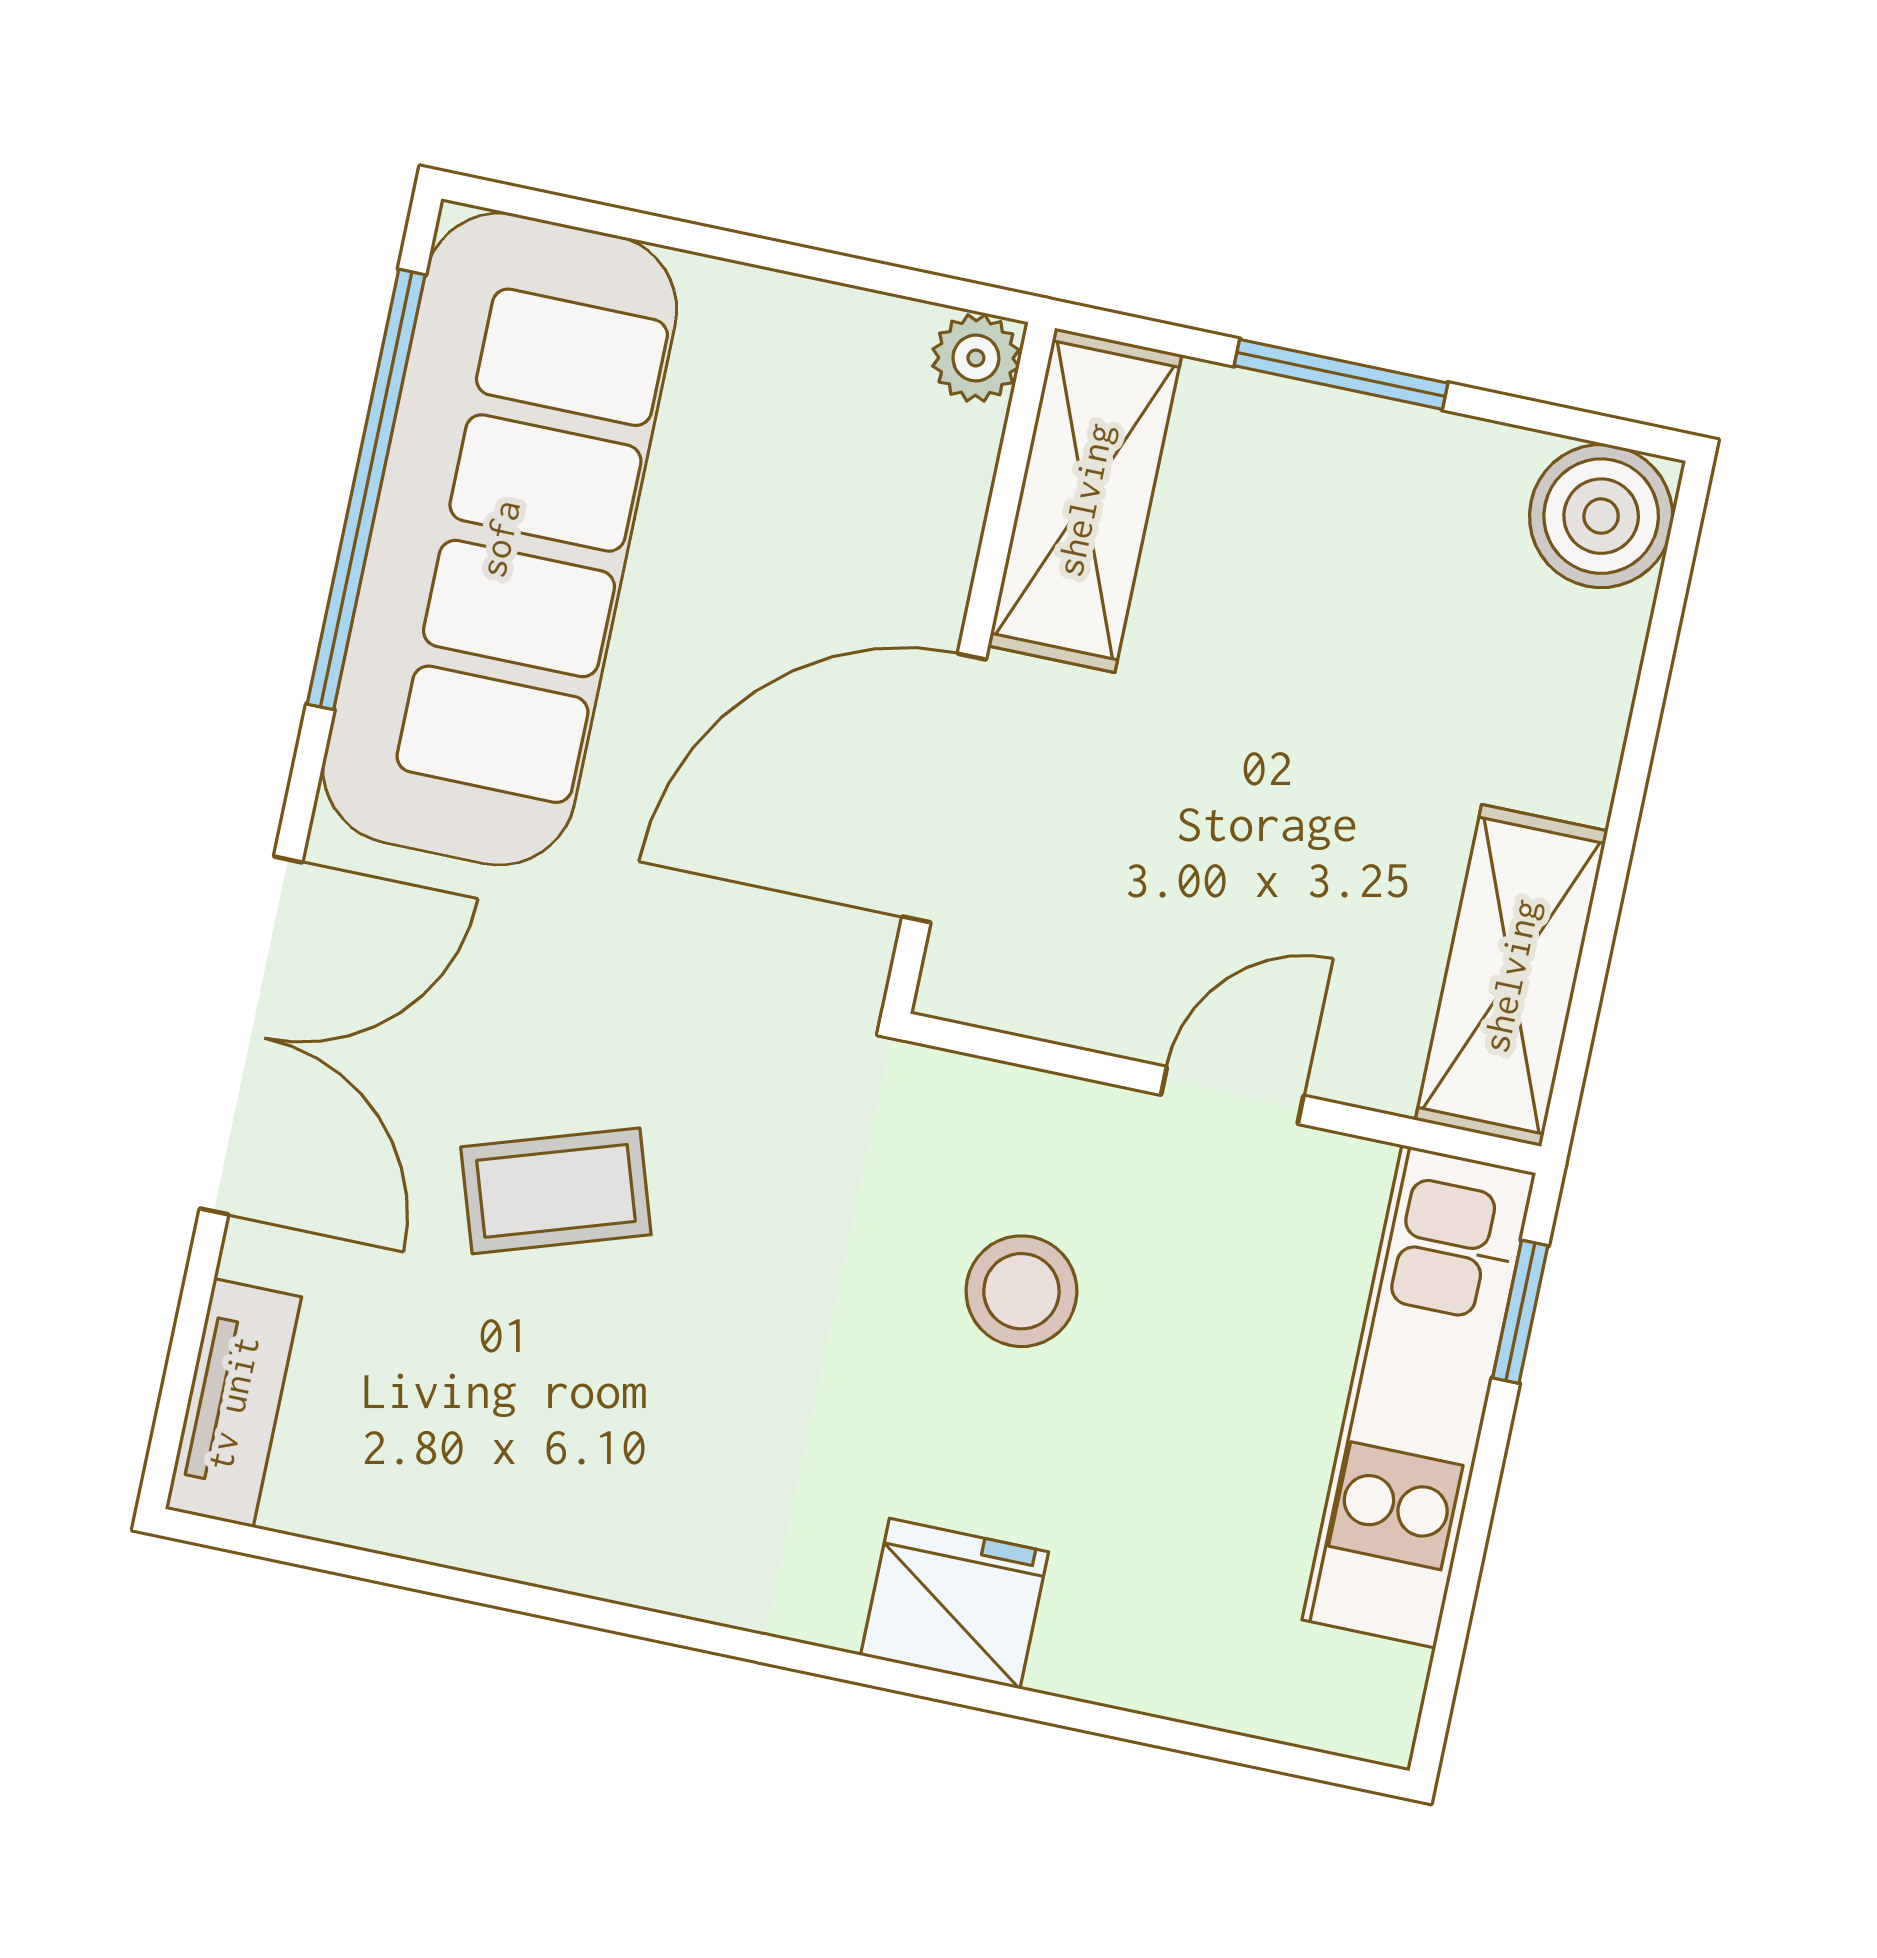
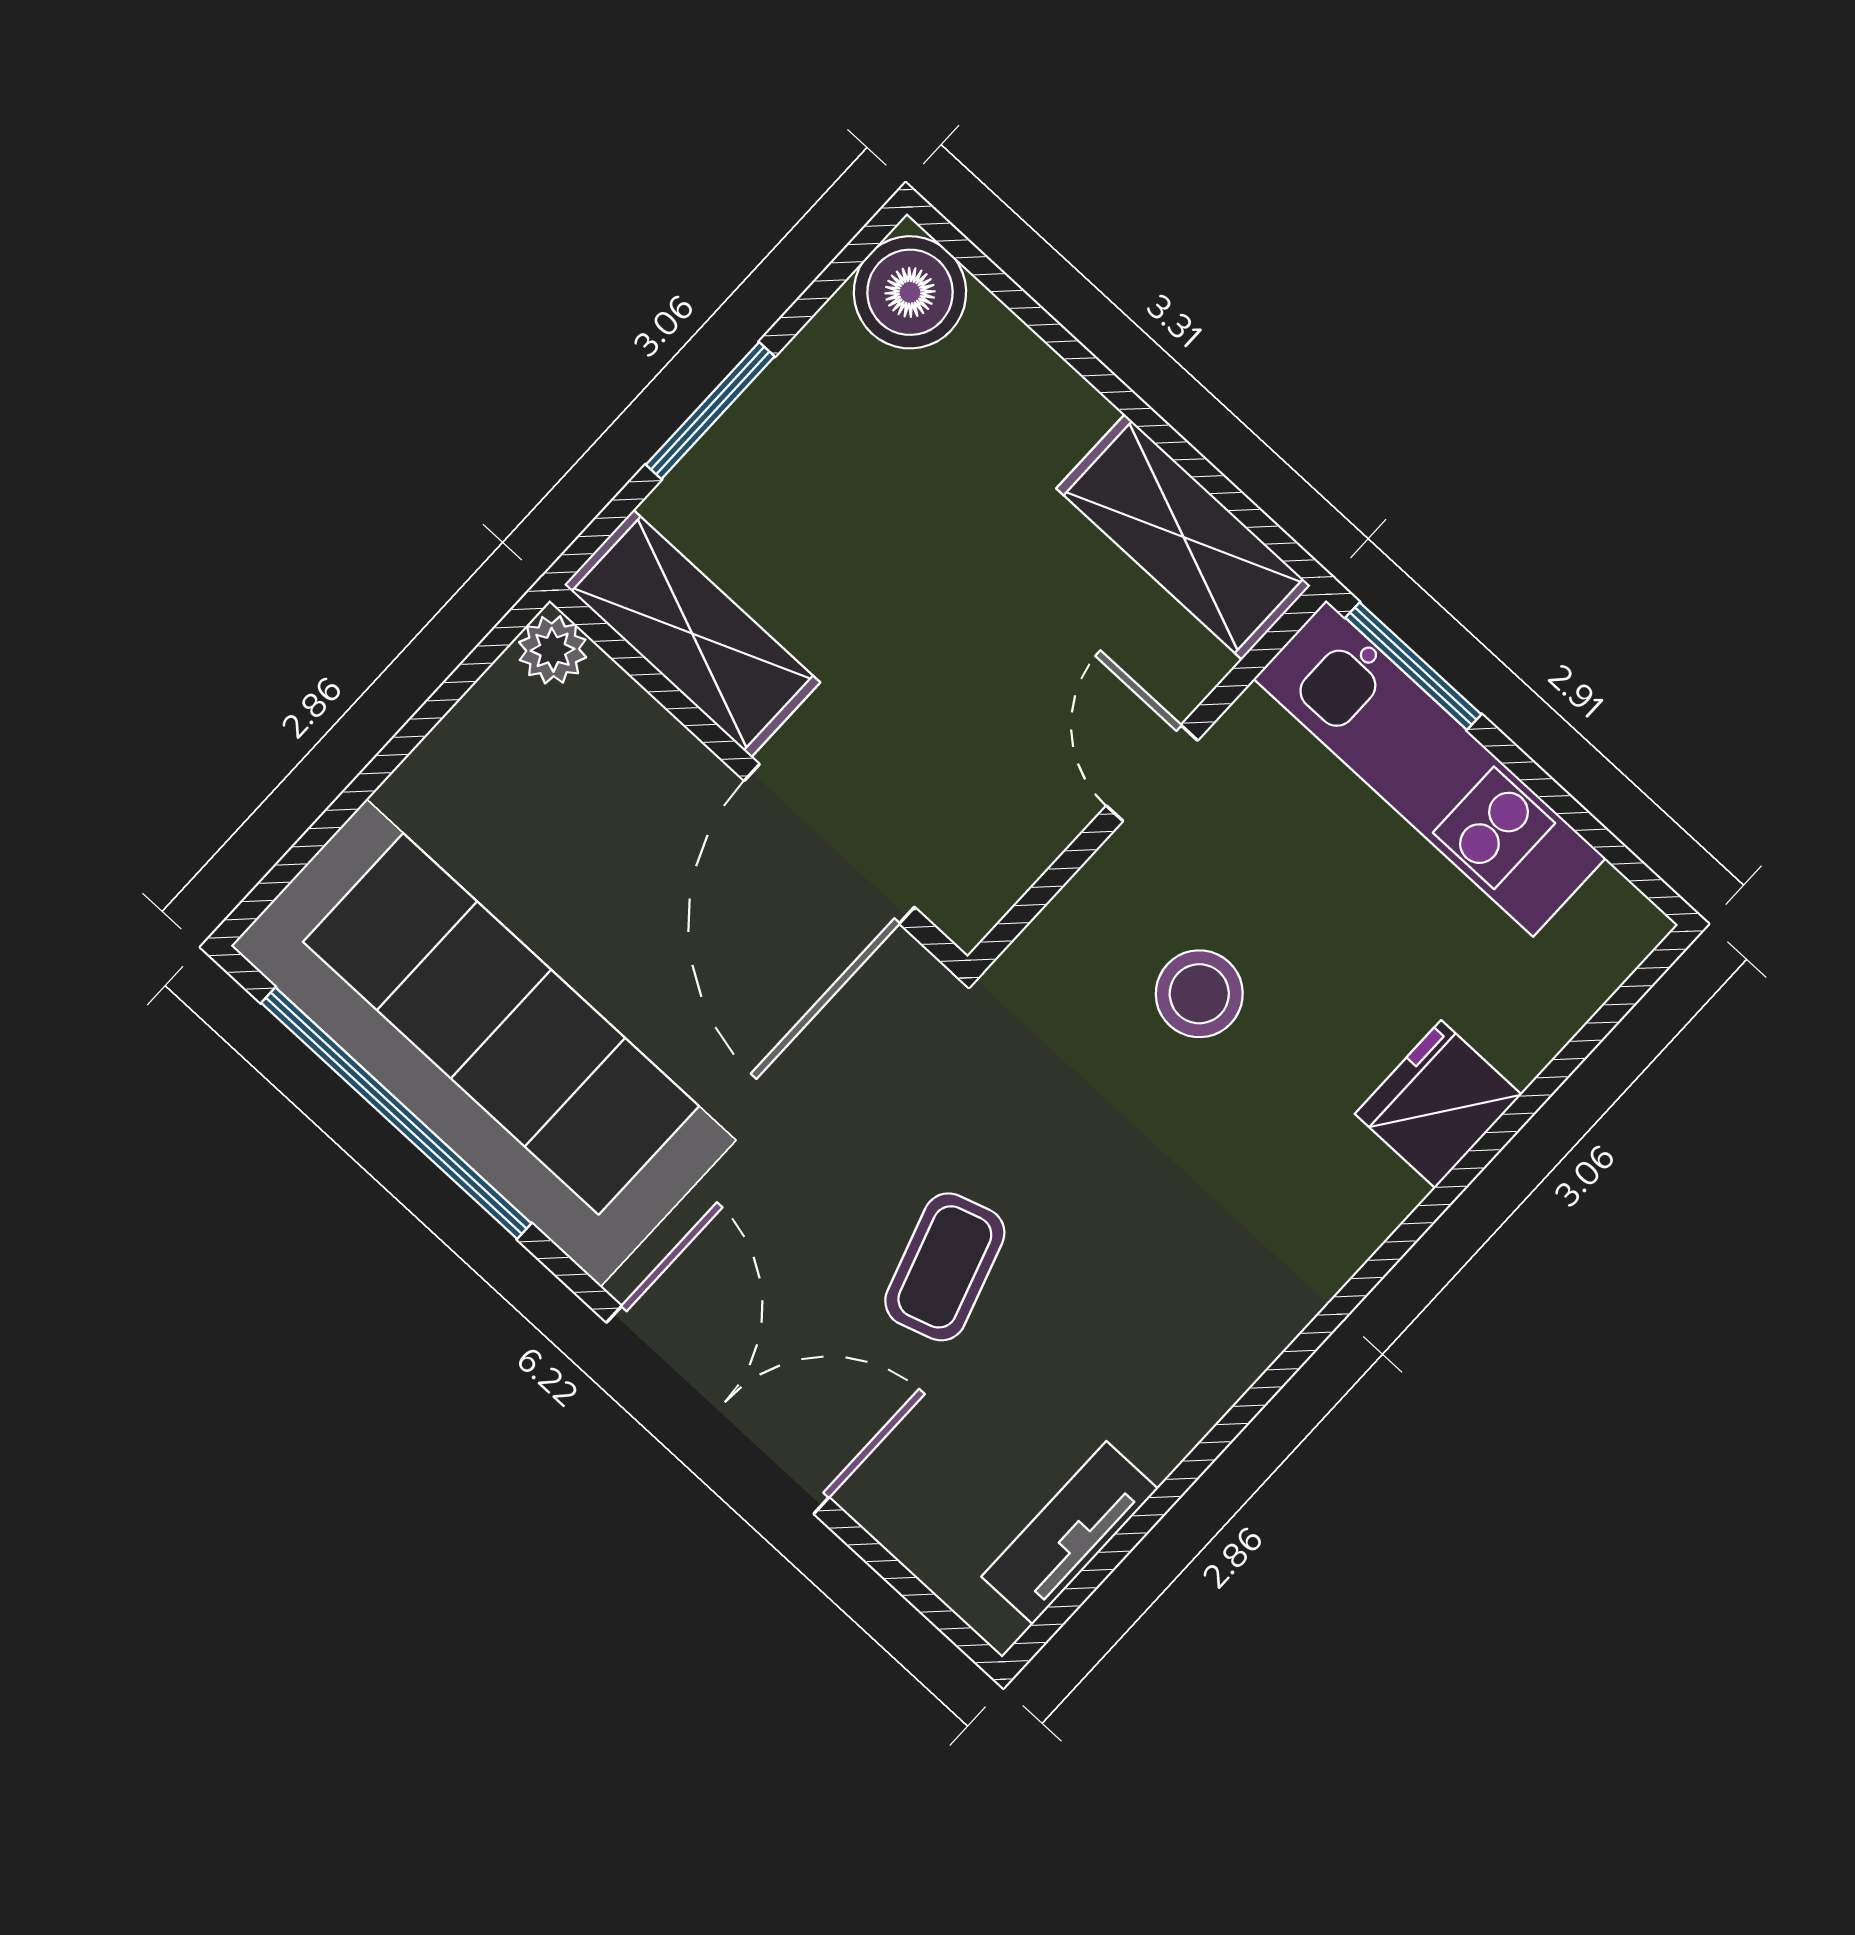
window: (1520, 1312) -> (1413, 666), width x1.50
tv unit: (233, 1403) -> (1070, 1533), moved, turned -90
fridge: (955, 1604) -> (1438, 1104), moved

